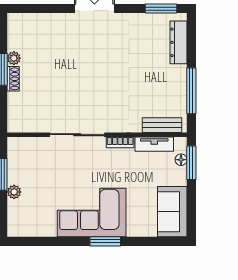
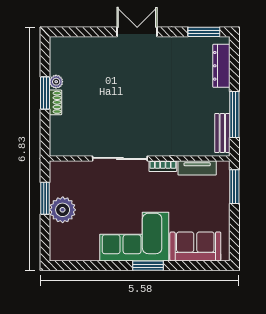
bench: (162, 125) -> (222, 133), moved, turned 90
floor lamp: (181, 160) -> (224, 184), removed
plant: (14, 192) -> (63, 210), width x1.87, depth x1.87
sofa: (172, 212) -> (195, 246), moved, turned 90

